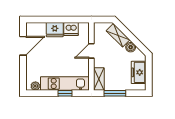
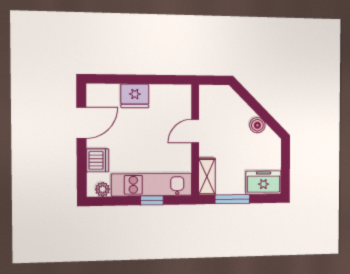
dishwasher: (71, 29) -> (98, 160), moved, turned -90
shelving: (118, 35) -> (238, 106), removed
freezer: (139, 72) -> (263, 183), moved, turned 90

